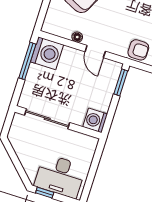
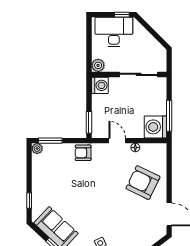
plant: (90, 144) -> (98, 65), added

